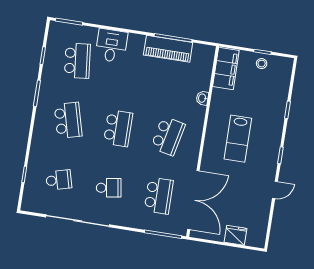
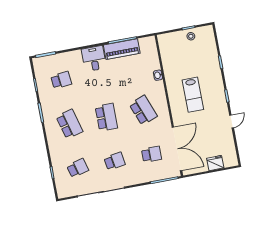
desk: (111, 46) -> (94, 59), moved
school desk: (77, 61) -> (61, 80), width x0.54
filing cabinet: (226, 69) -> (167, 49), removed
school desk: (168, 136) -> (143, 110), turned -33
school desk: (159, 196) -> (151, 154), width x0.54

